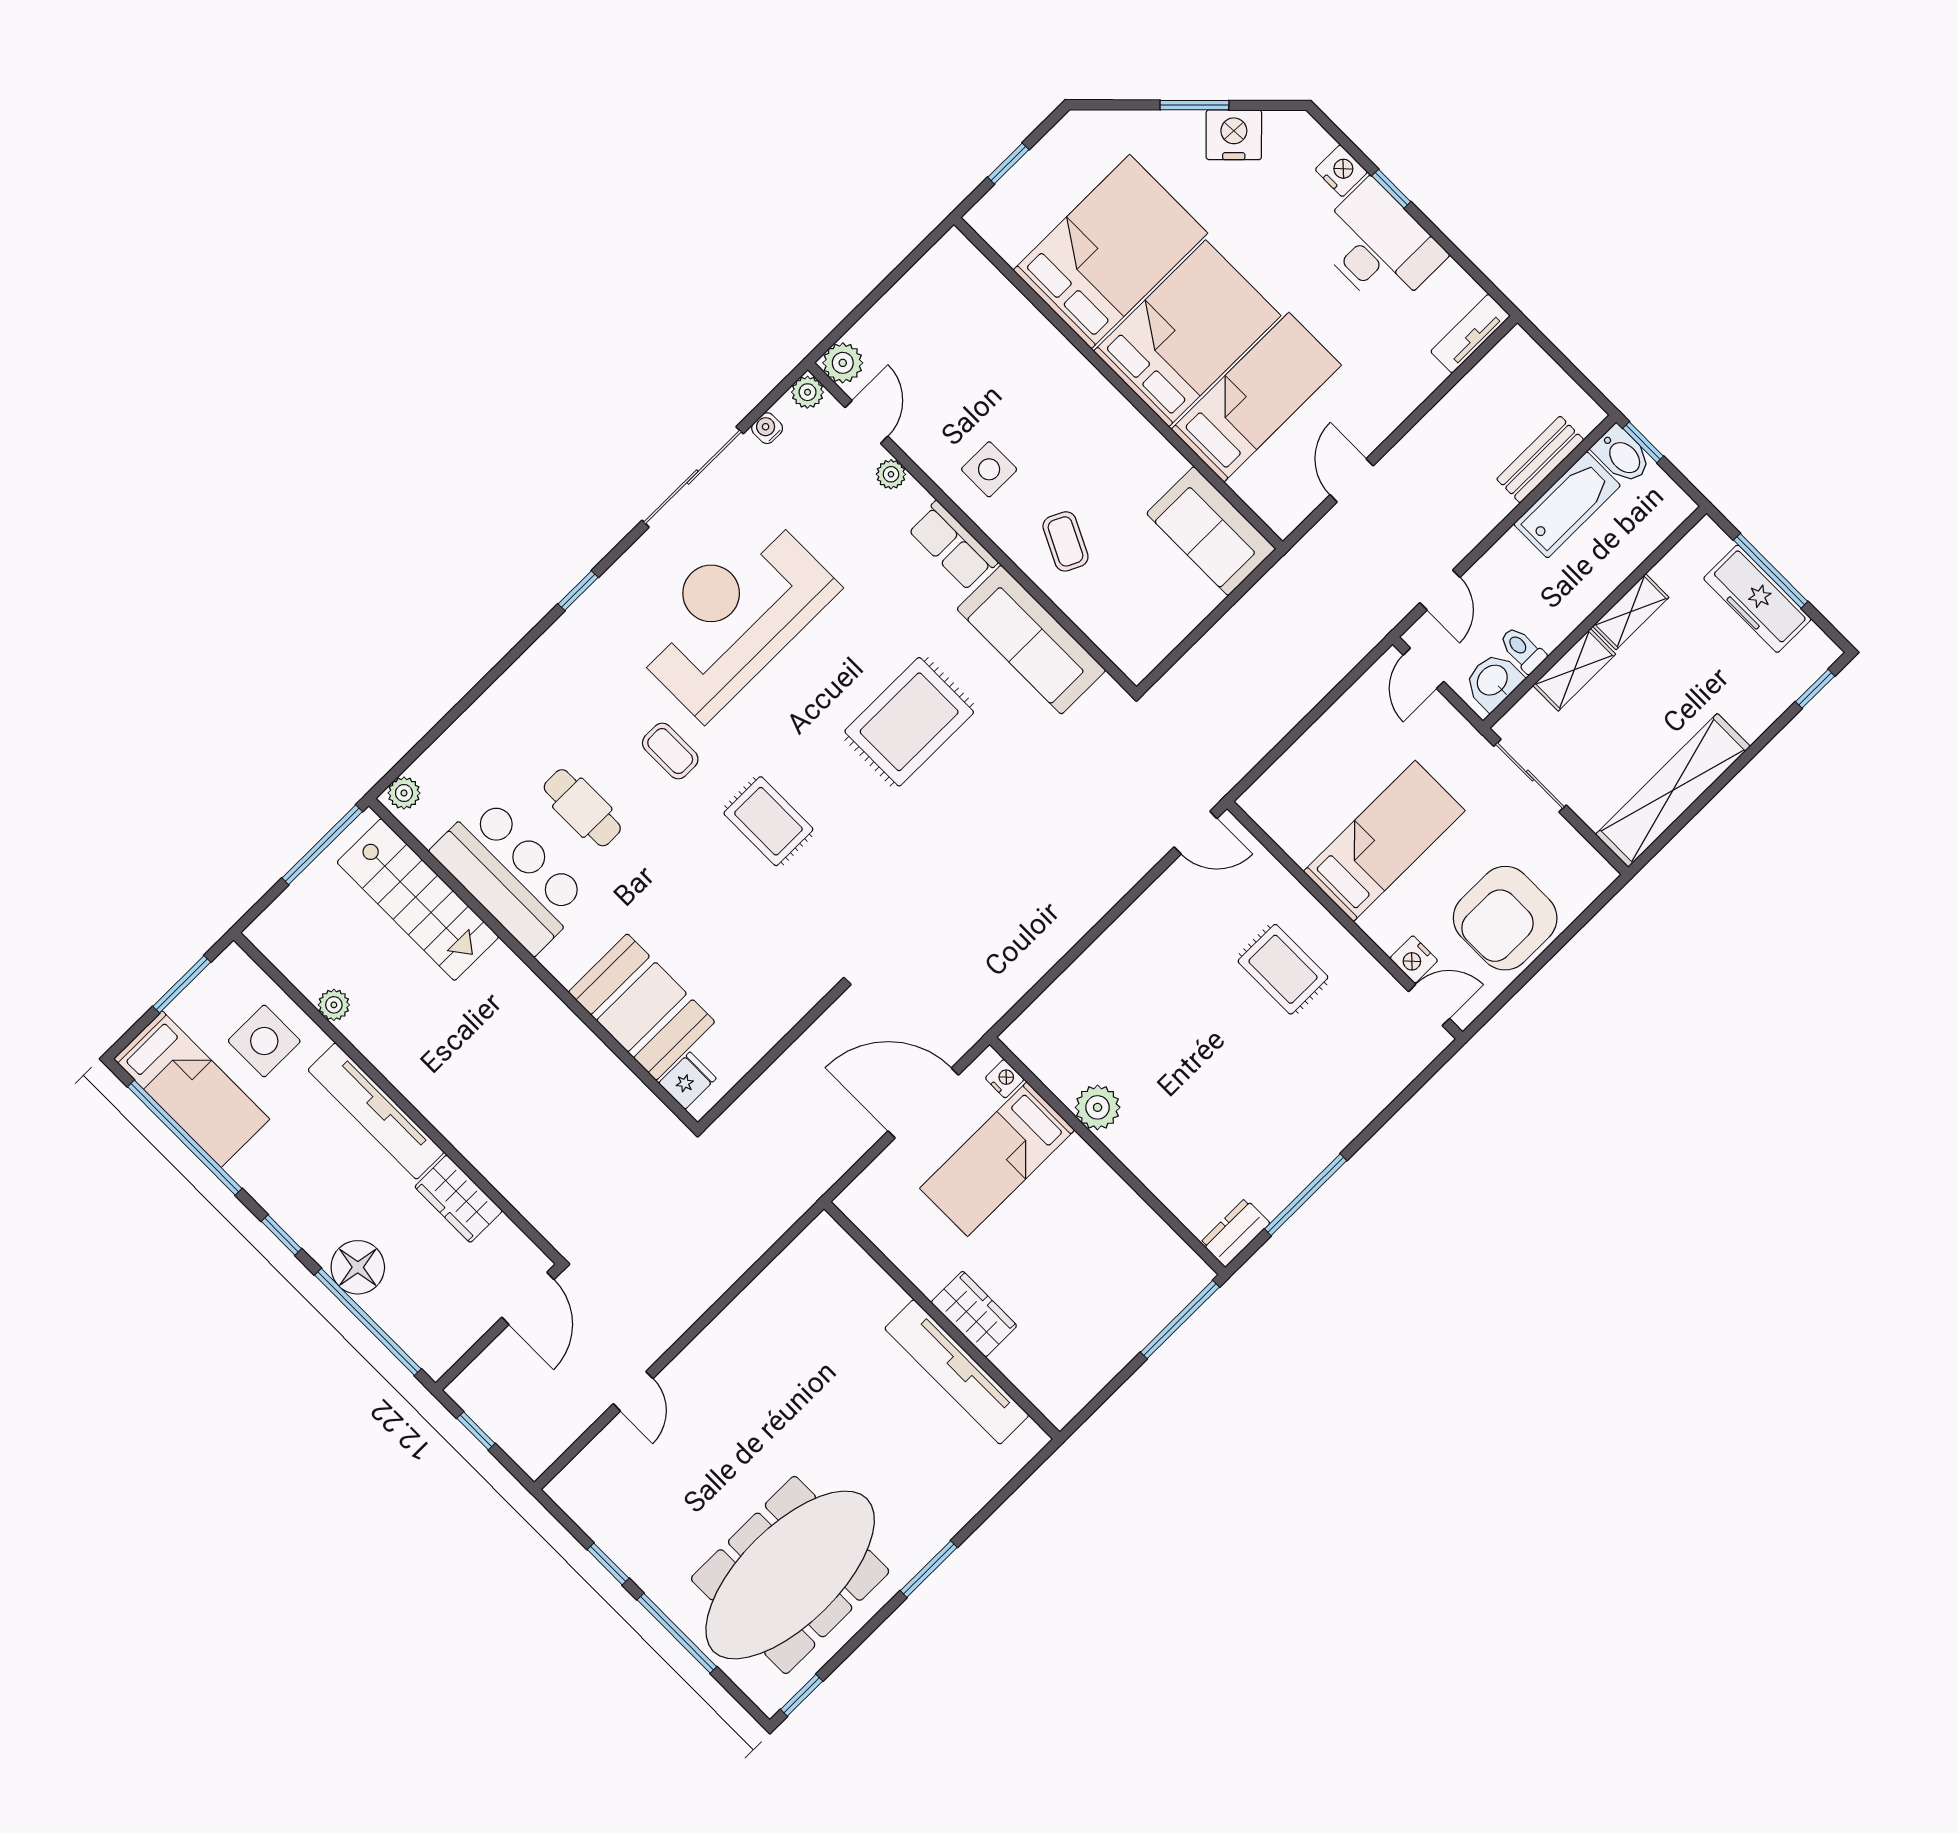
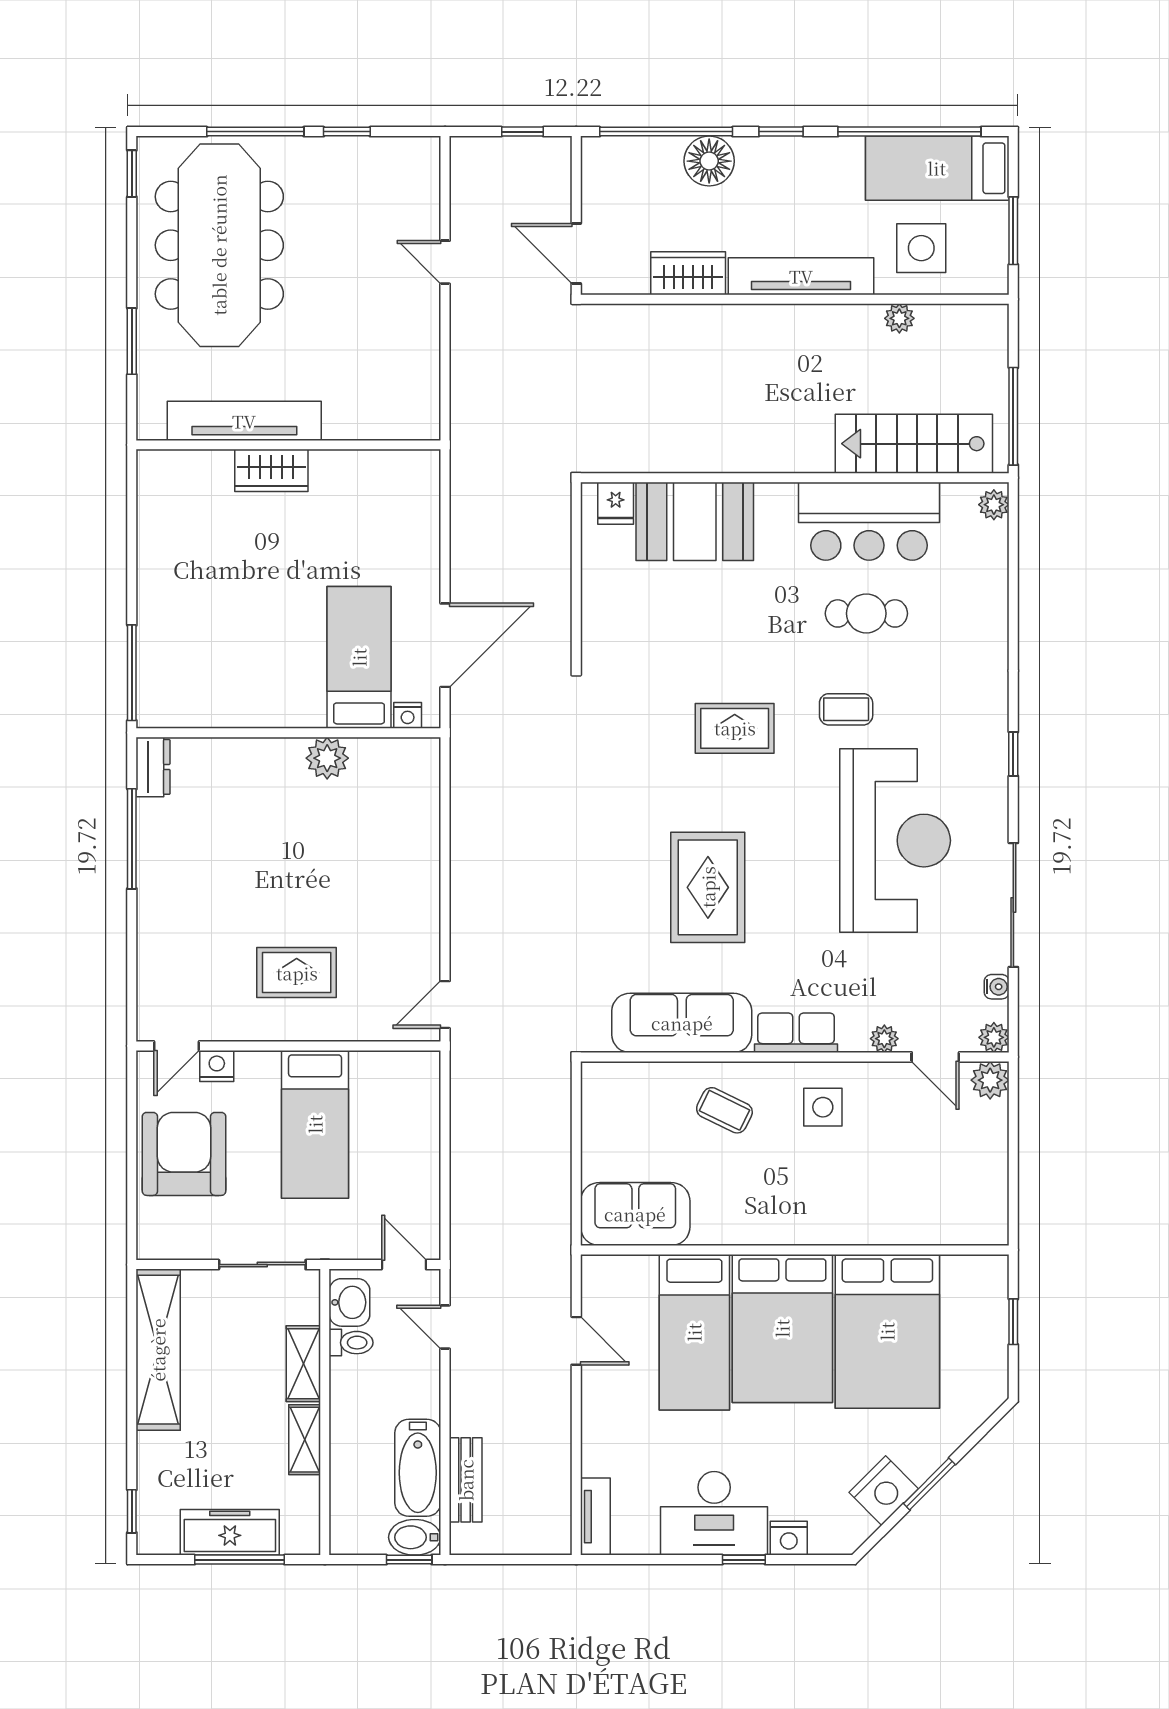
wardrobe: (974, 1314) -> (271, 470), moved
wall: (942, 1320) -> (288, 445), moved
tv unit: (957, 1372) -> (244, 421), moved

